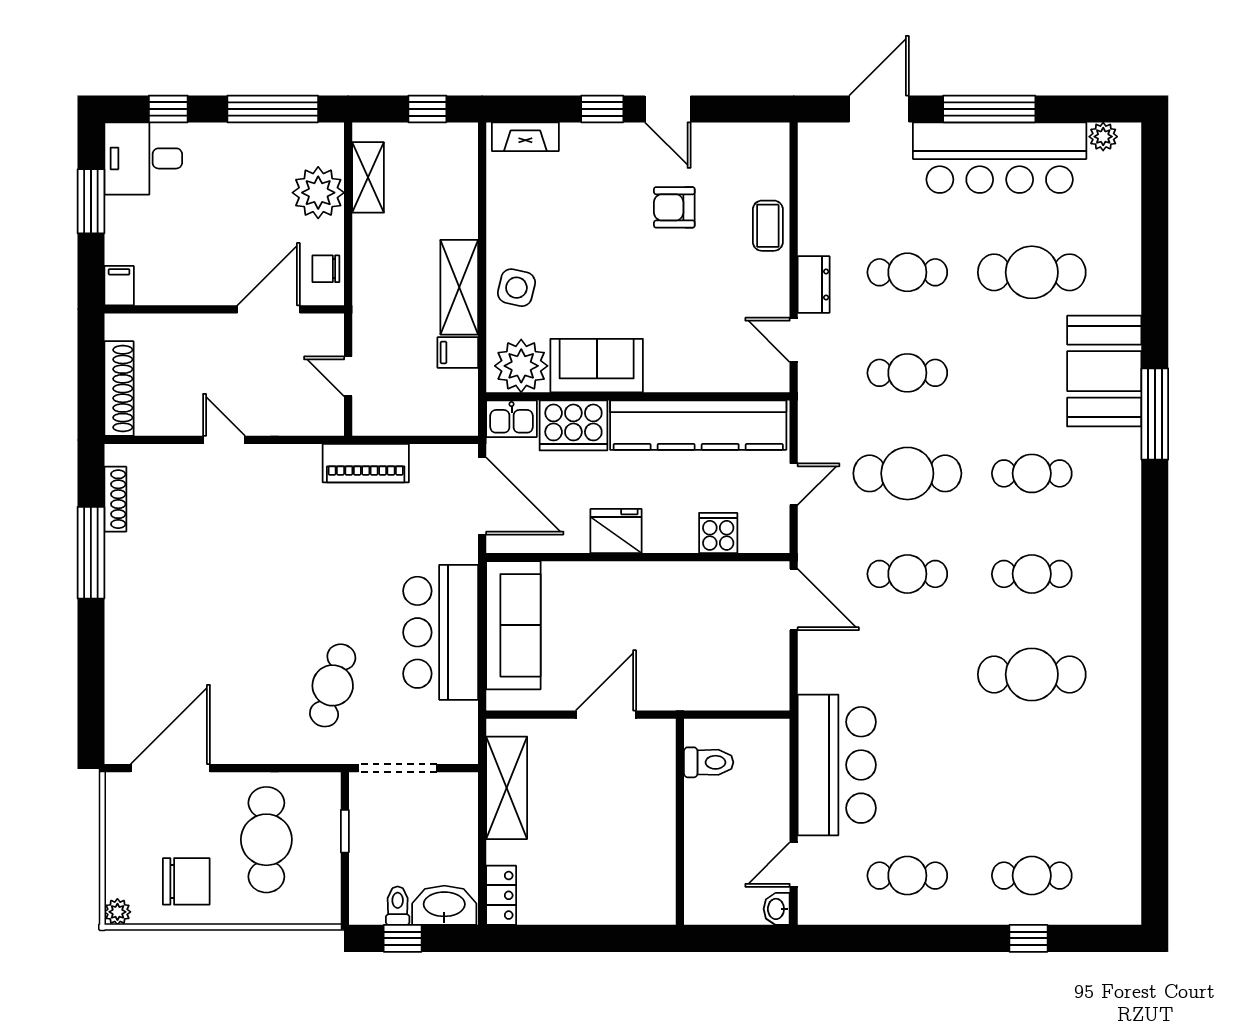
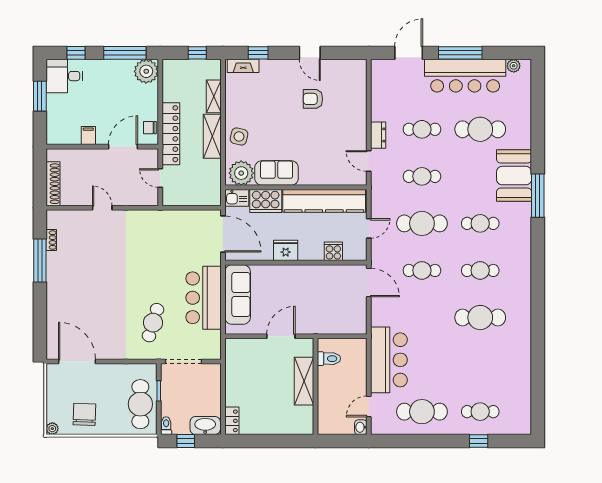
window: (602, 109) -> (258, 53), moved
shelving: (368, 177) -> (214, 96), moved
plant: (318, 193) -> (146, 71), moved
coffee table: (768, 226) -> (357, 107), removed
locker: (371, 282) -> (171, 134), added
filing cabinet: (119, 286) -> (88, 136), moved
filing cabinet: (458, 352) -> (212, 167), removed
piano: (366, 463) -> (168, 219), removed
shoe rack: (115, 499) -> (51, 240), width x0.70
door: (170, 768) -> (77, 361), hinge flipped
shelving: (507, 788) -> (304, 381), moved
cafe table: (266, 840) -> (140, 404), moved
cafe table: (907, 876) -> (422, 412), width x1.37, depth x1.35
chair: (186, 881) -> (84, 414), turned -88
toilet: (398, 906) -> (166, 426), moved

